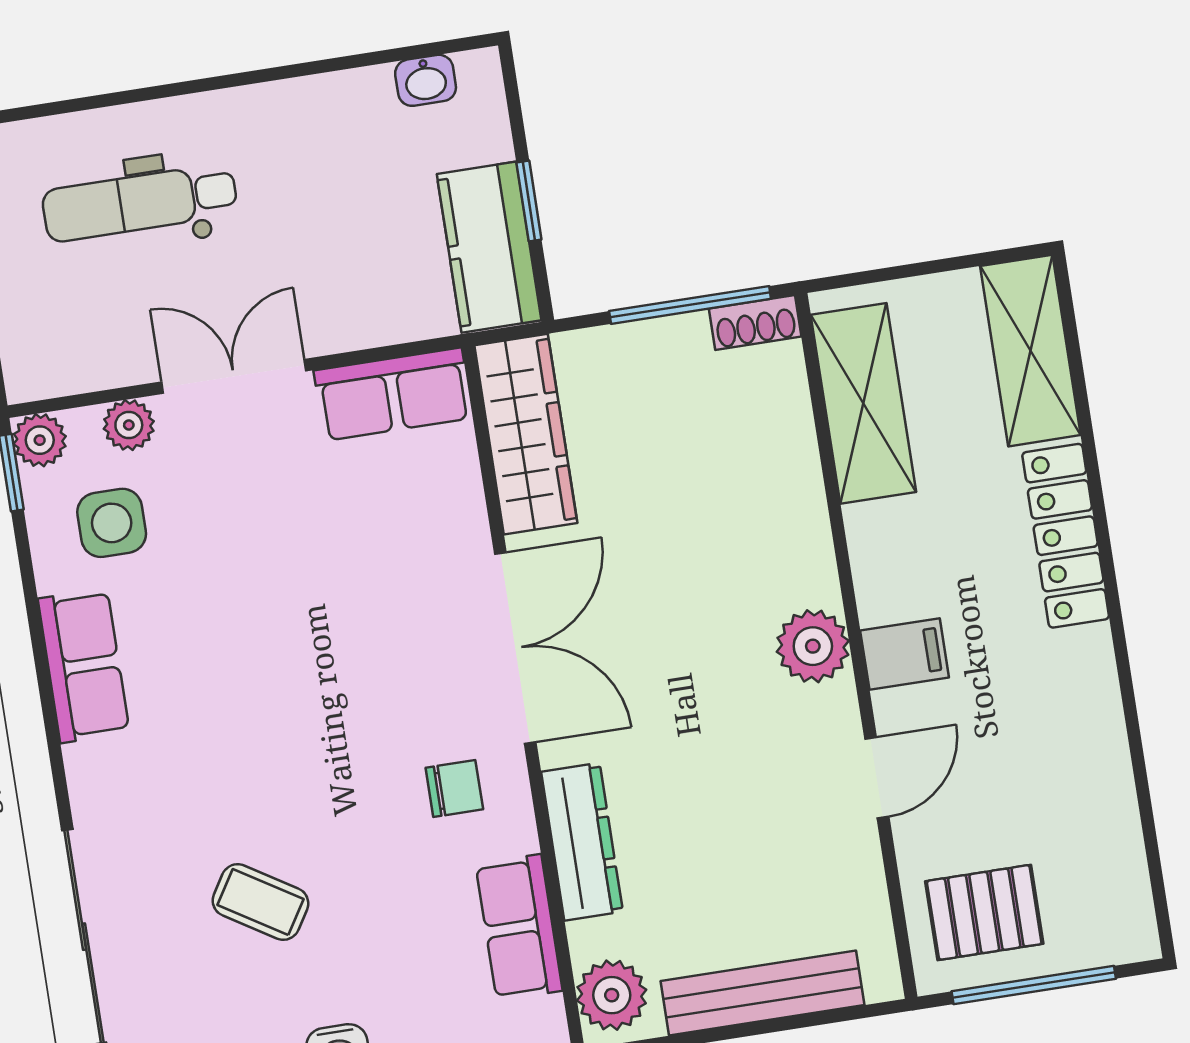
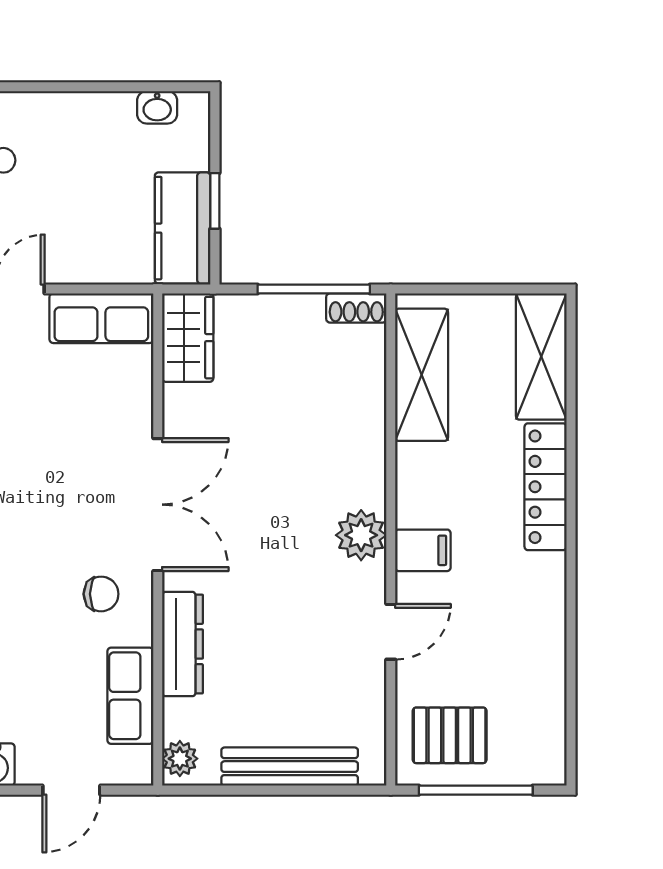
wardrobe: (526, 434) -> (188, 338), width x0.67
plant: (612, 995) -> (180, 759), width x0.73, depth x0.73

